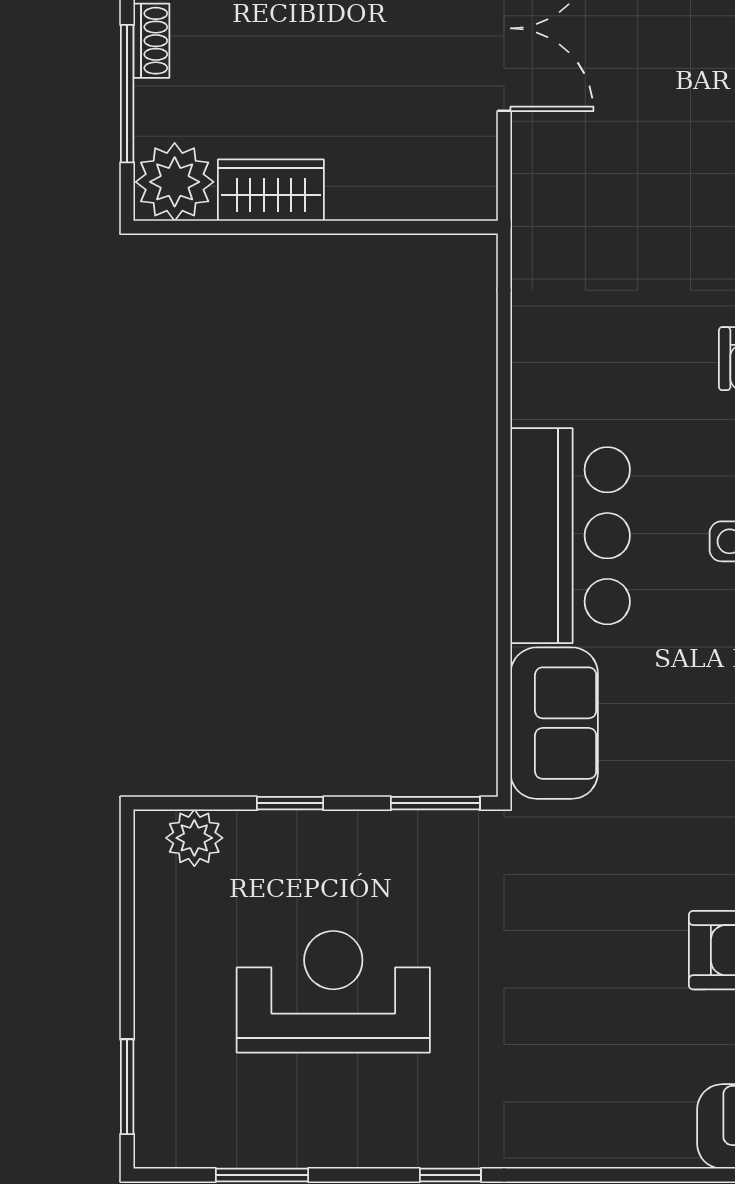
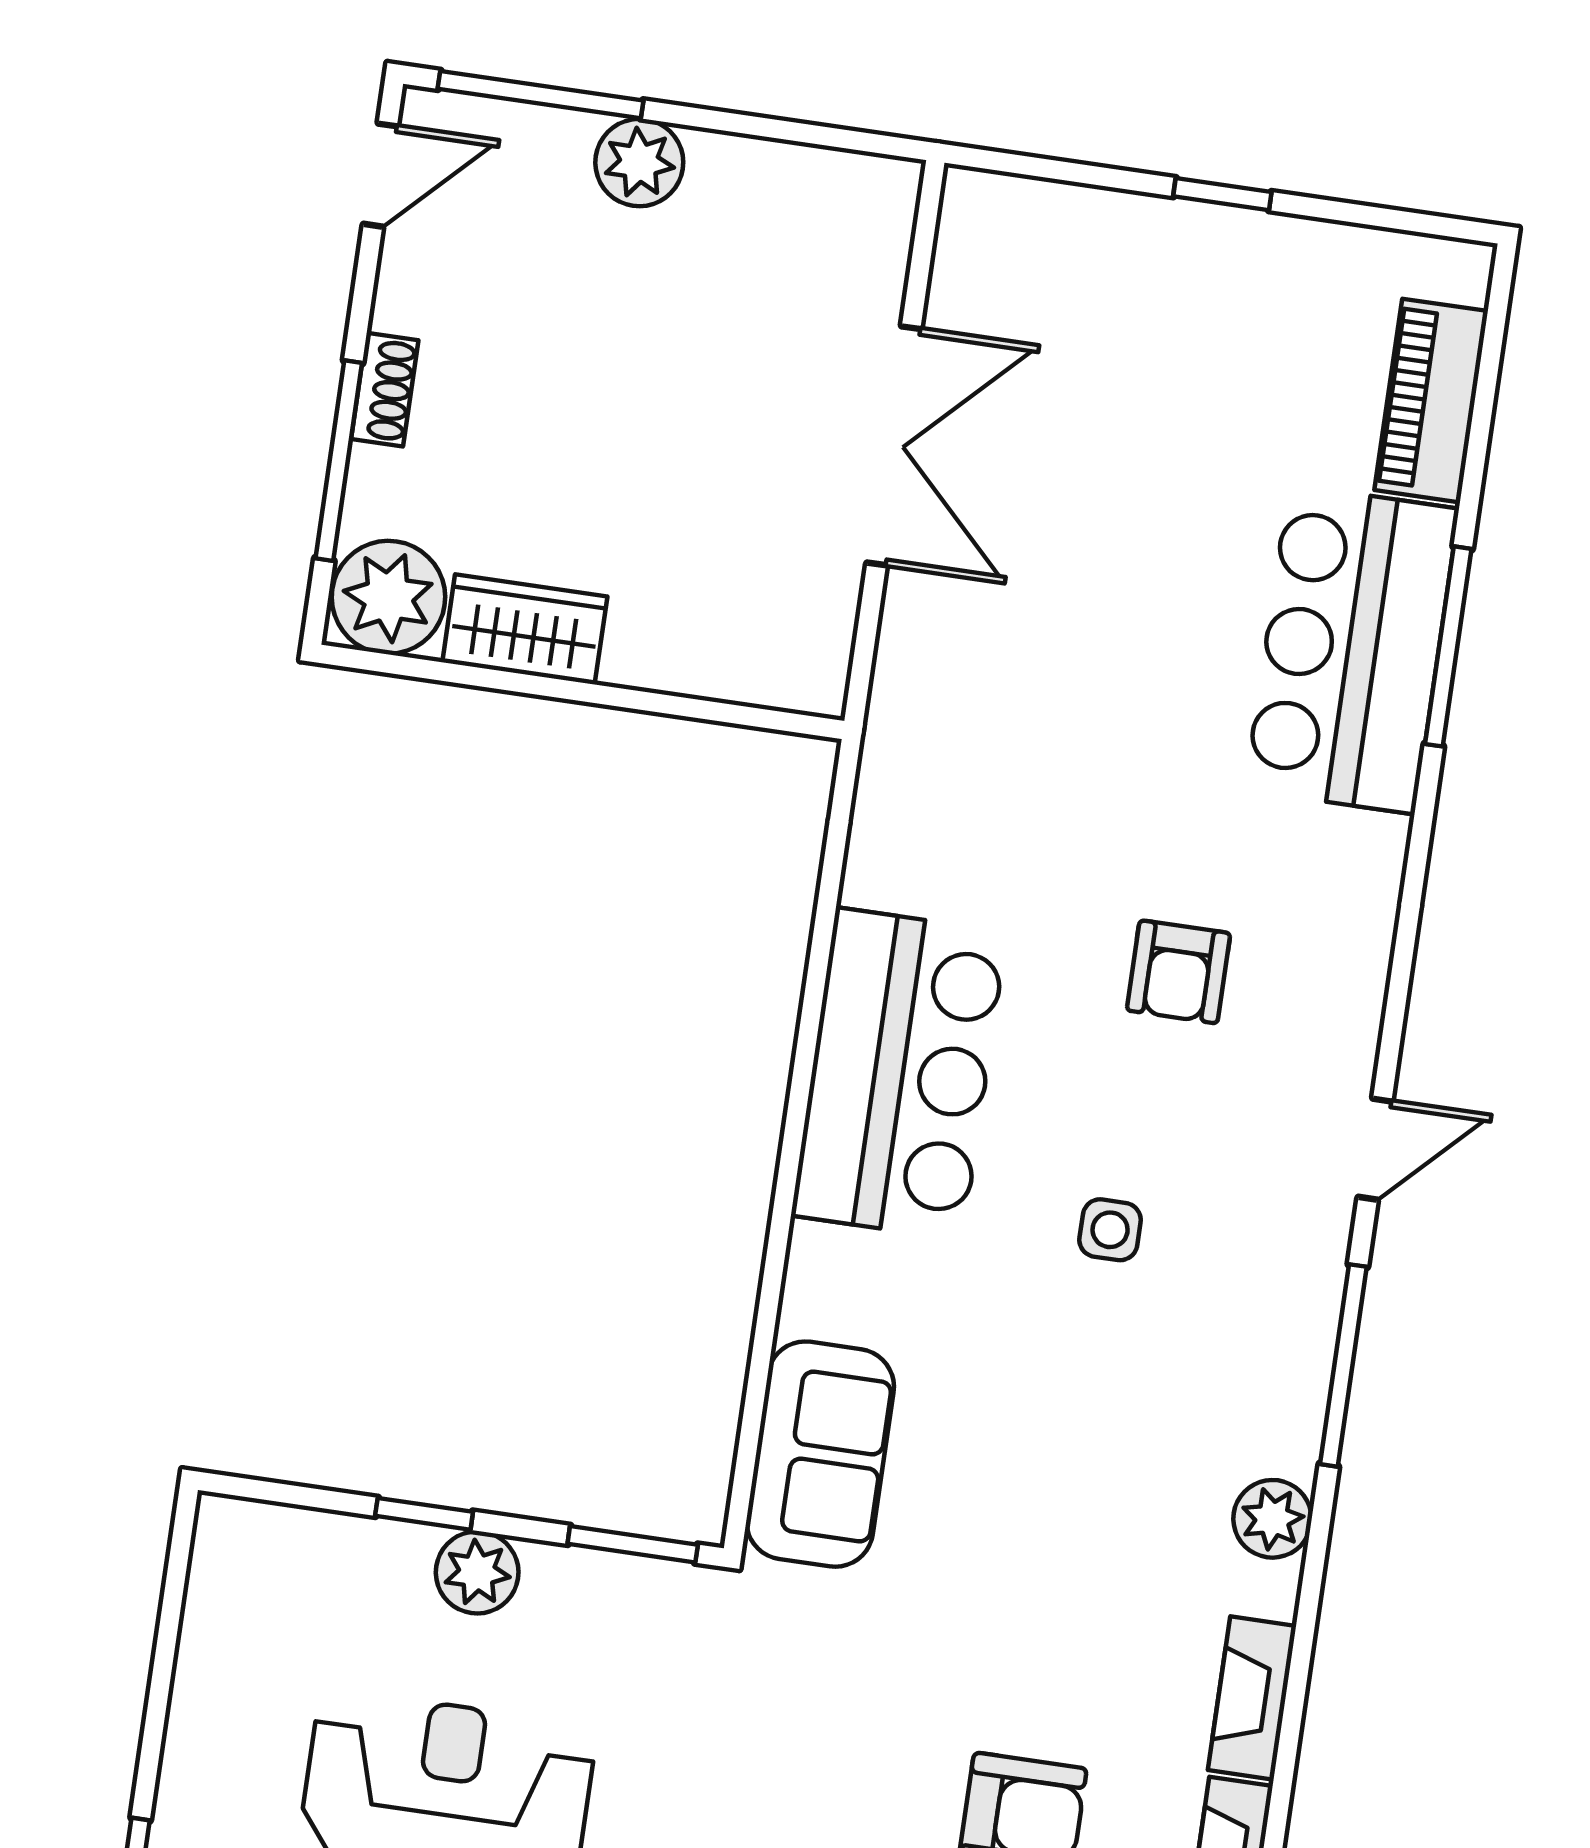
bar counter: (570, 536) -> (899, 1074), moved
plant: (194, 838) -> (477, 1572), moved

